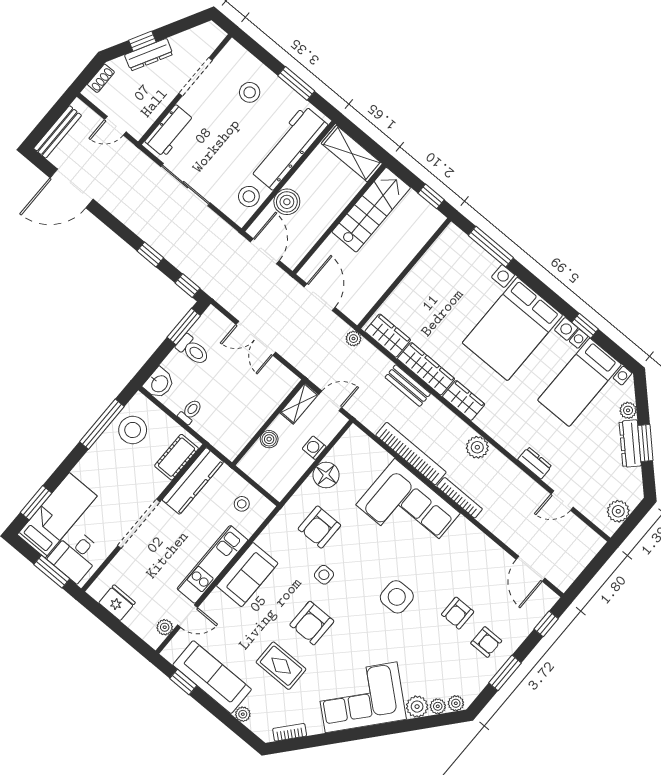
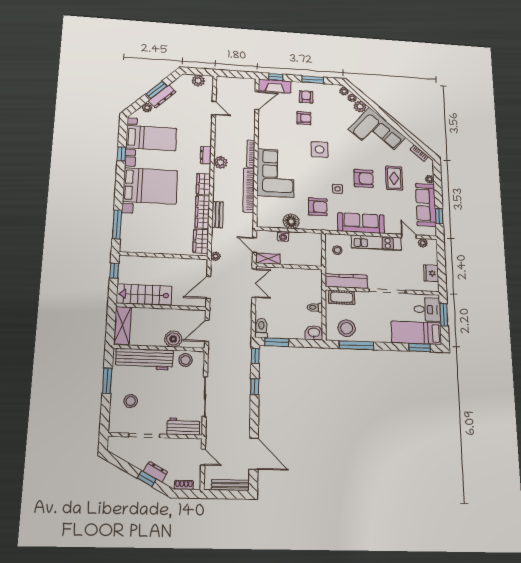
dresser: (149, 55) -> (155, 472), width x0.70
double door: (256, 338) -> (254, 283), moved
toilet: (193, 350) -> (261, 328), moved
boiler: (269, 439) -> (297, 260), removed
dresser: (535, 463) -> (206, 155), moved
sofa: (247, 575) -> (361, 223), width x1.36
fireplace: (534, 611) -> (275, 86), added

